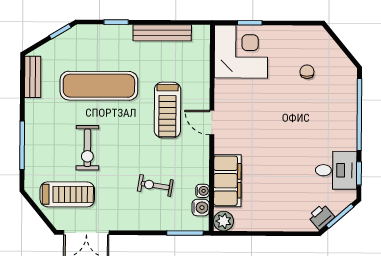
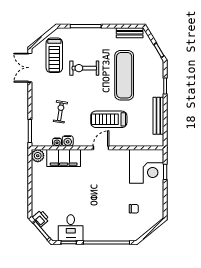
water cooler: (201, 208) -> (68, 141), moved

